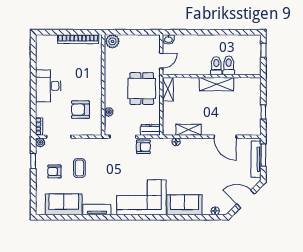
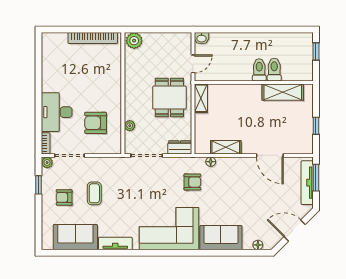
shelving: (217, 84) -> (283, 92), moved
desk: (48, 86) -> (57, 112), moved
armchair: (143, 147) -> (192, 182), moved

